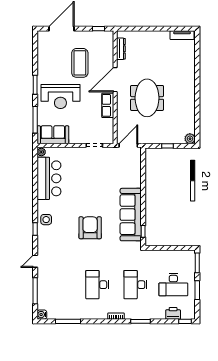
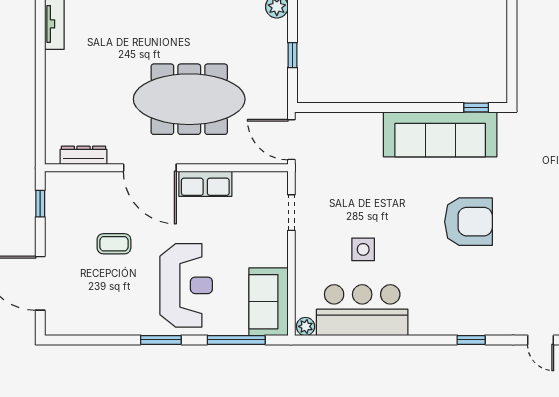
coffee table: (80, 63) -> (114, 244), width x0.54, depth x0.58
meeting table: (147, 98) -> (189, 99), width x1.36
side table: (46, 220) -> (363, 249), moved
armchair: (90, 228) -> (469, 222), turned 180

